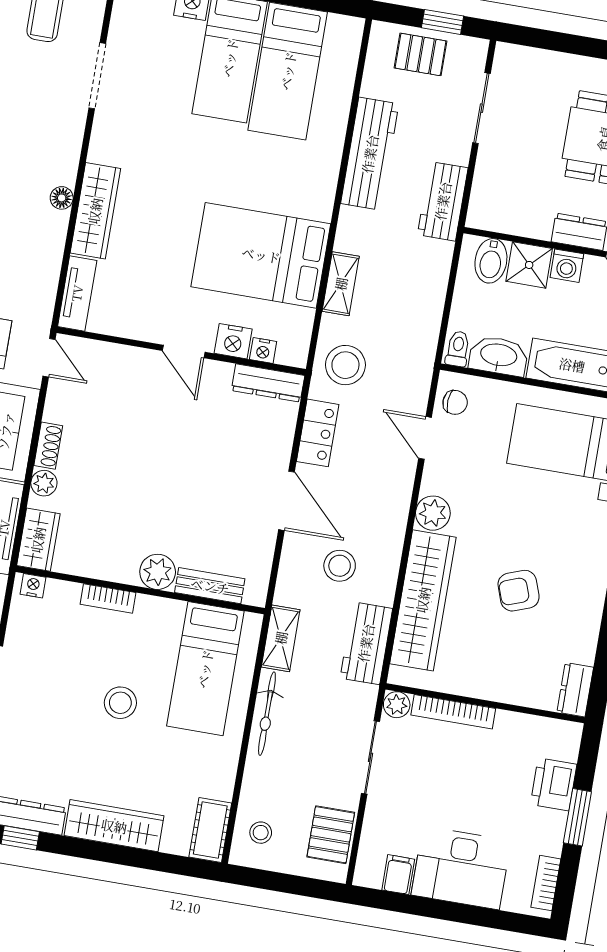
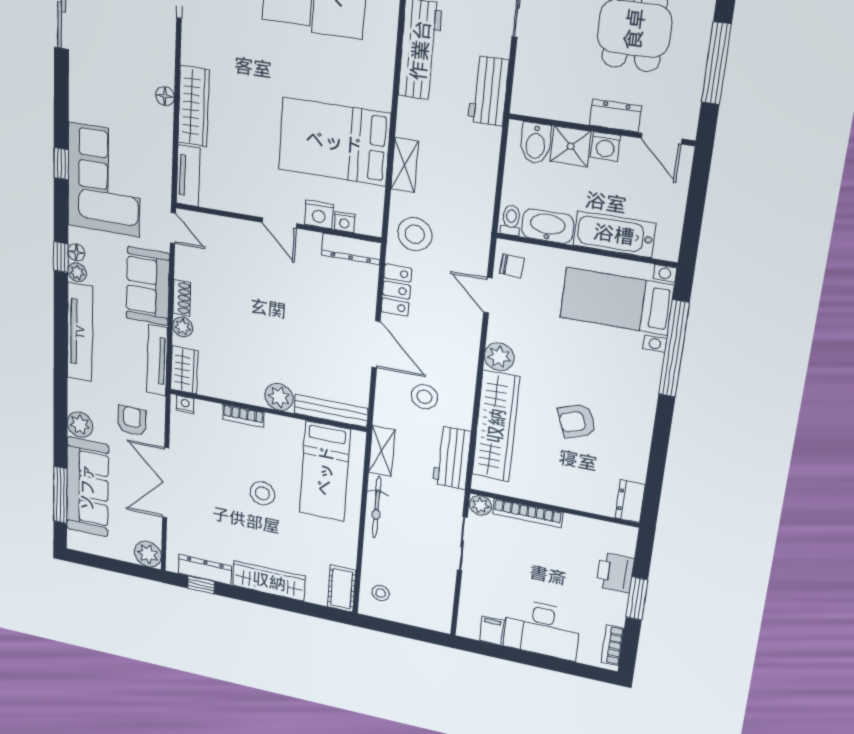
bench: (210, 586) -> (331, 411), width x1.36
pallet: (331, 835) -> (436, 598), removed

